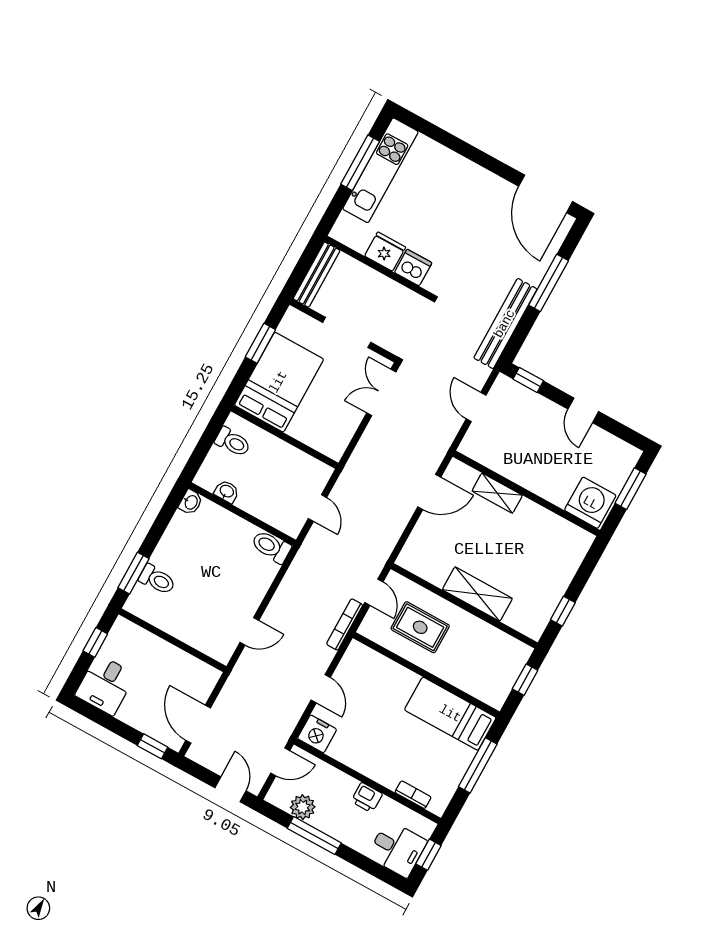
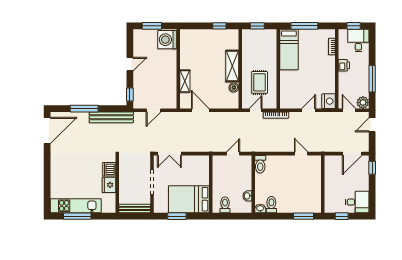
boiler: (437, 576) -> (234, 88), added
toilet: (157, 580) -> (271, 205), moved
plant: (303, 807) -> (363, 102), moved

